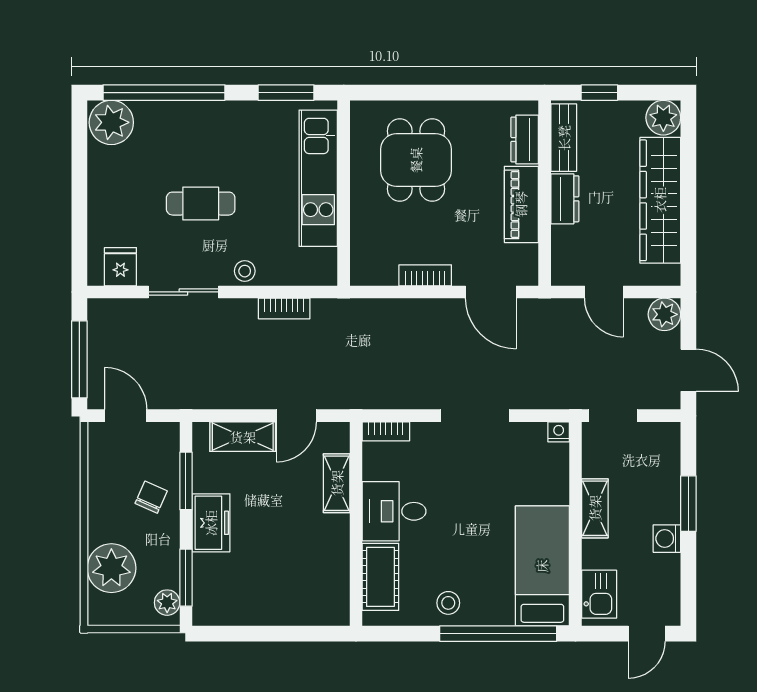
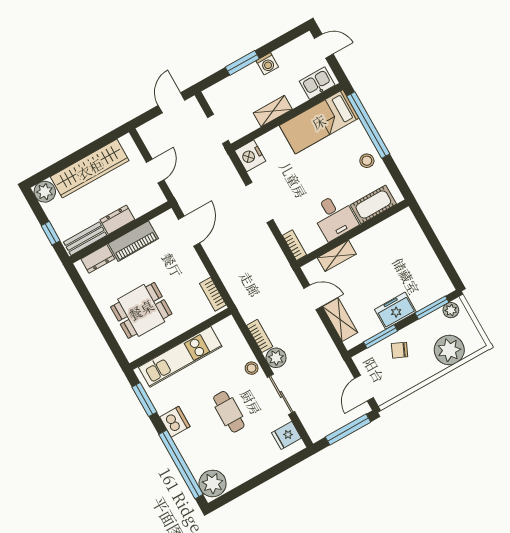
dishwasher: (230, 118) -> (175, 422), added
bookcase: (425, 275) -> (213, 294), moved
plant: (664, 314) -> (276, 358), moved
nightstand: (559, 432) -> (250, 156), width x1.89, depth x1.79

